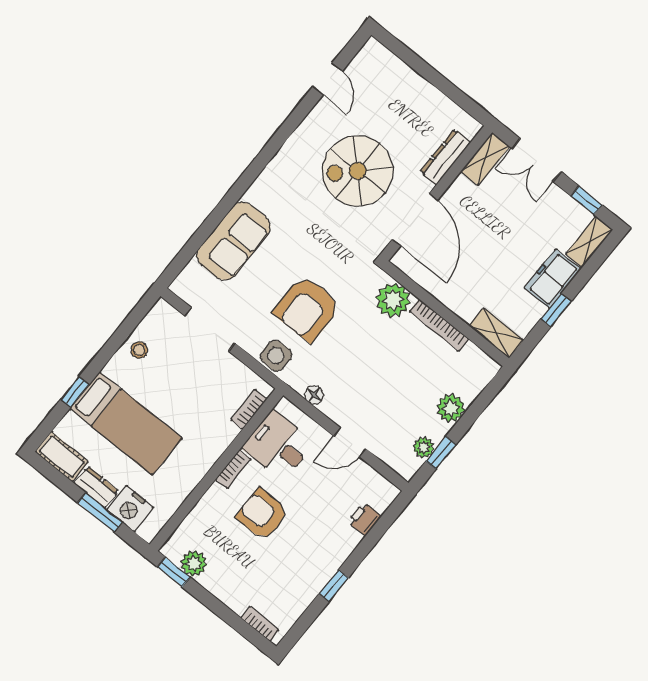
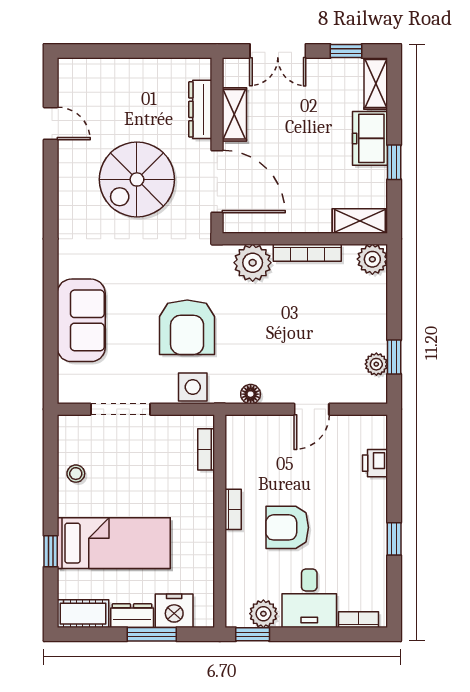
shelving: (485, 159) -> (234, 114), moved
plant: (451, 408) -> (372, 259), moved
desk: (278, 445) -> (309, 598), moved, turned -90

